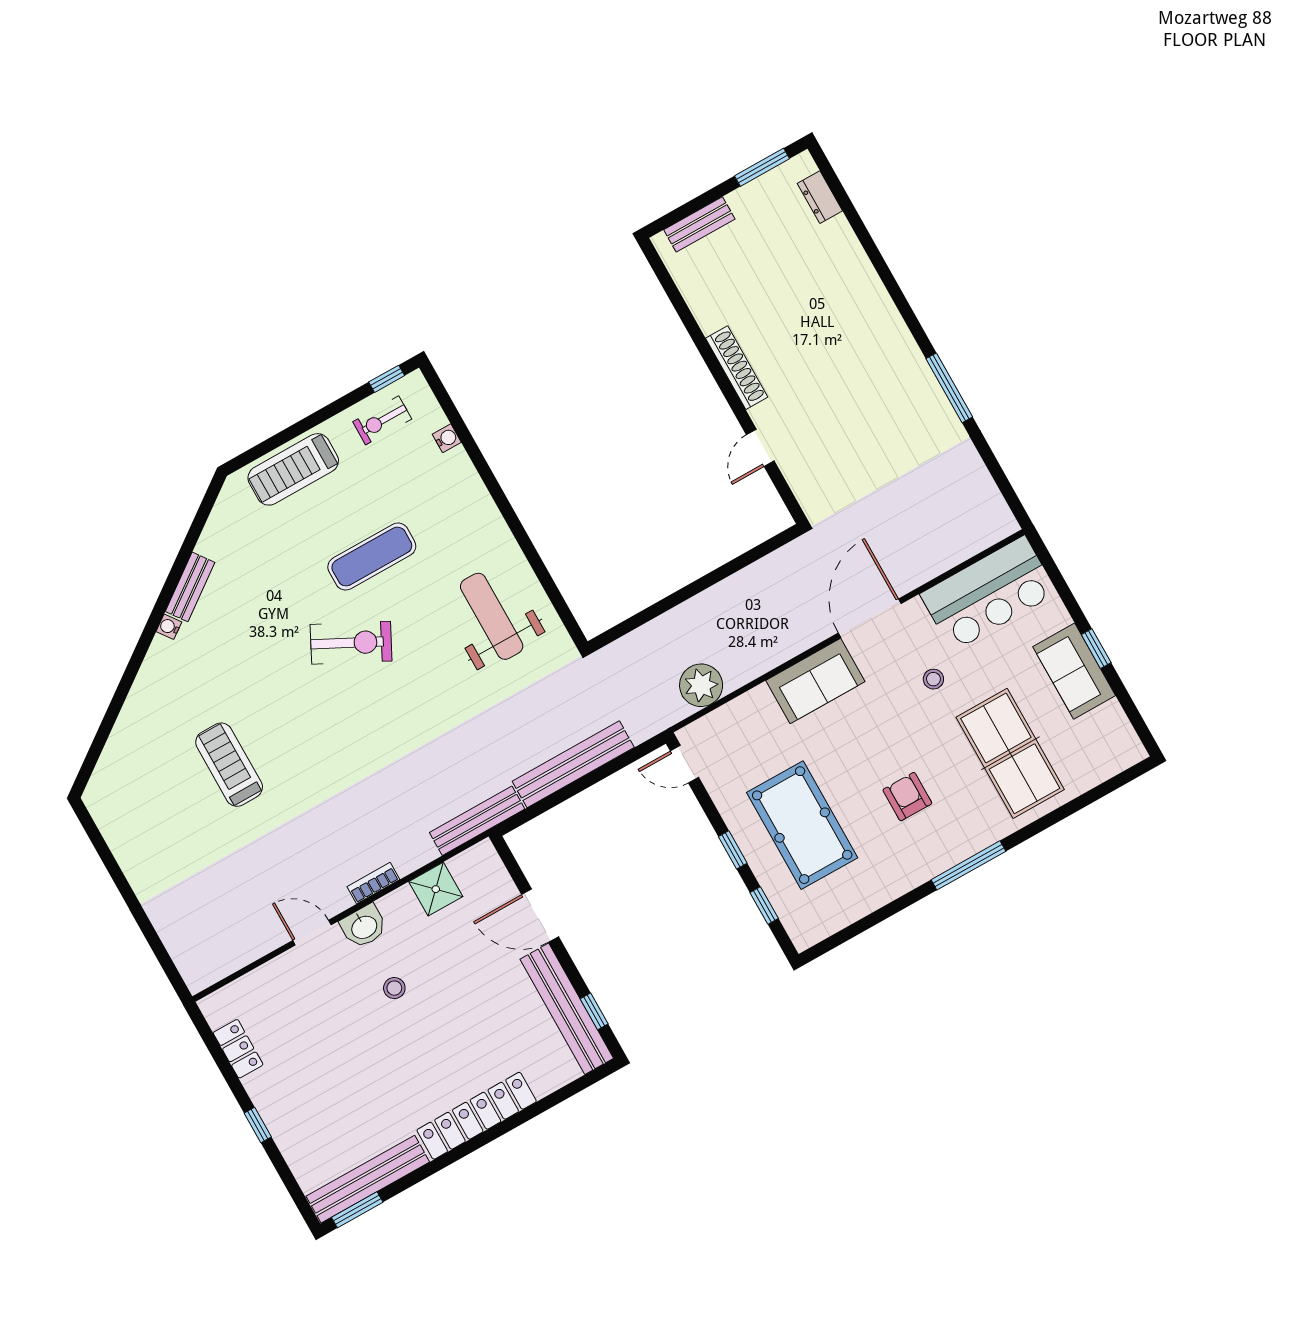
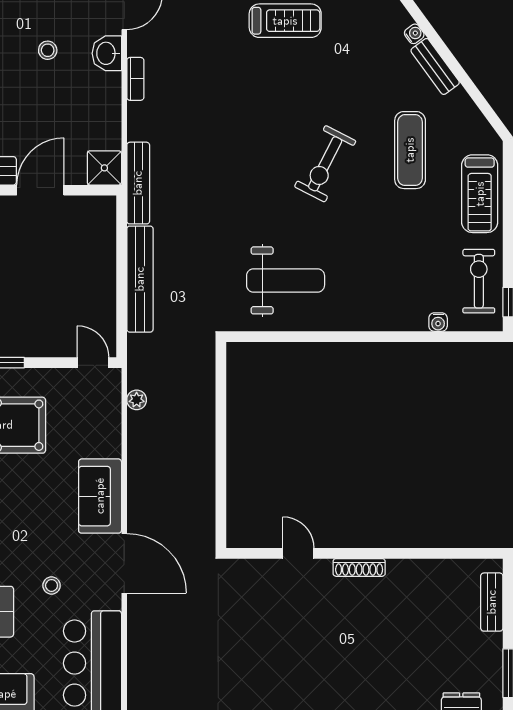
shoe rack: (737, 368) -> (359, 567), width x0.74, depth x0.81
exercise bike: (382, 420) -> (479, 281), width x1.38, depth x1.39
treadmill: (293, 469) -> (480, 194), turned 180
exercise mat: (372, 557) -> (410, 150), moved
plant: (701, 685) -> (137, 400), width x0.53, depth x0.53
door: (684, 764) -> (93, 363), hinge flipped
shower: (436, 889) -> (104, 168), moved

